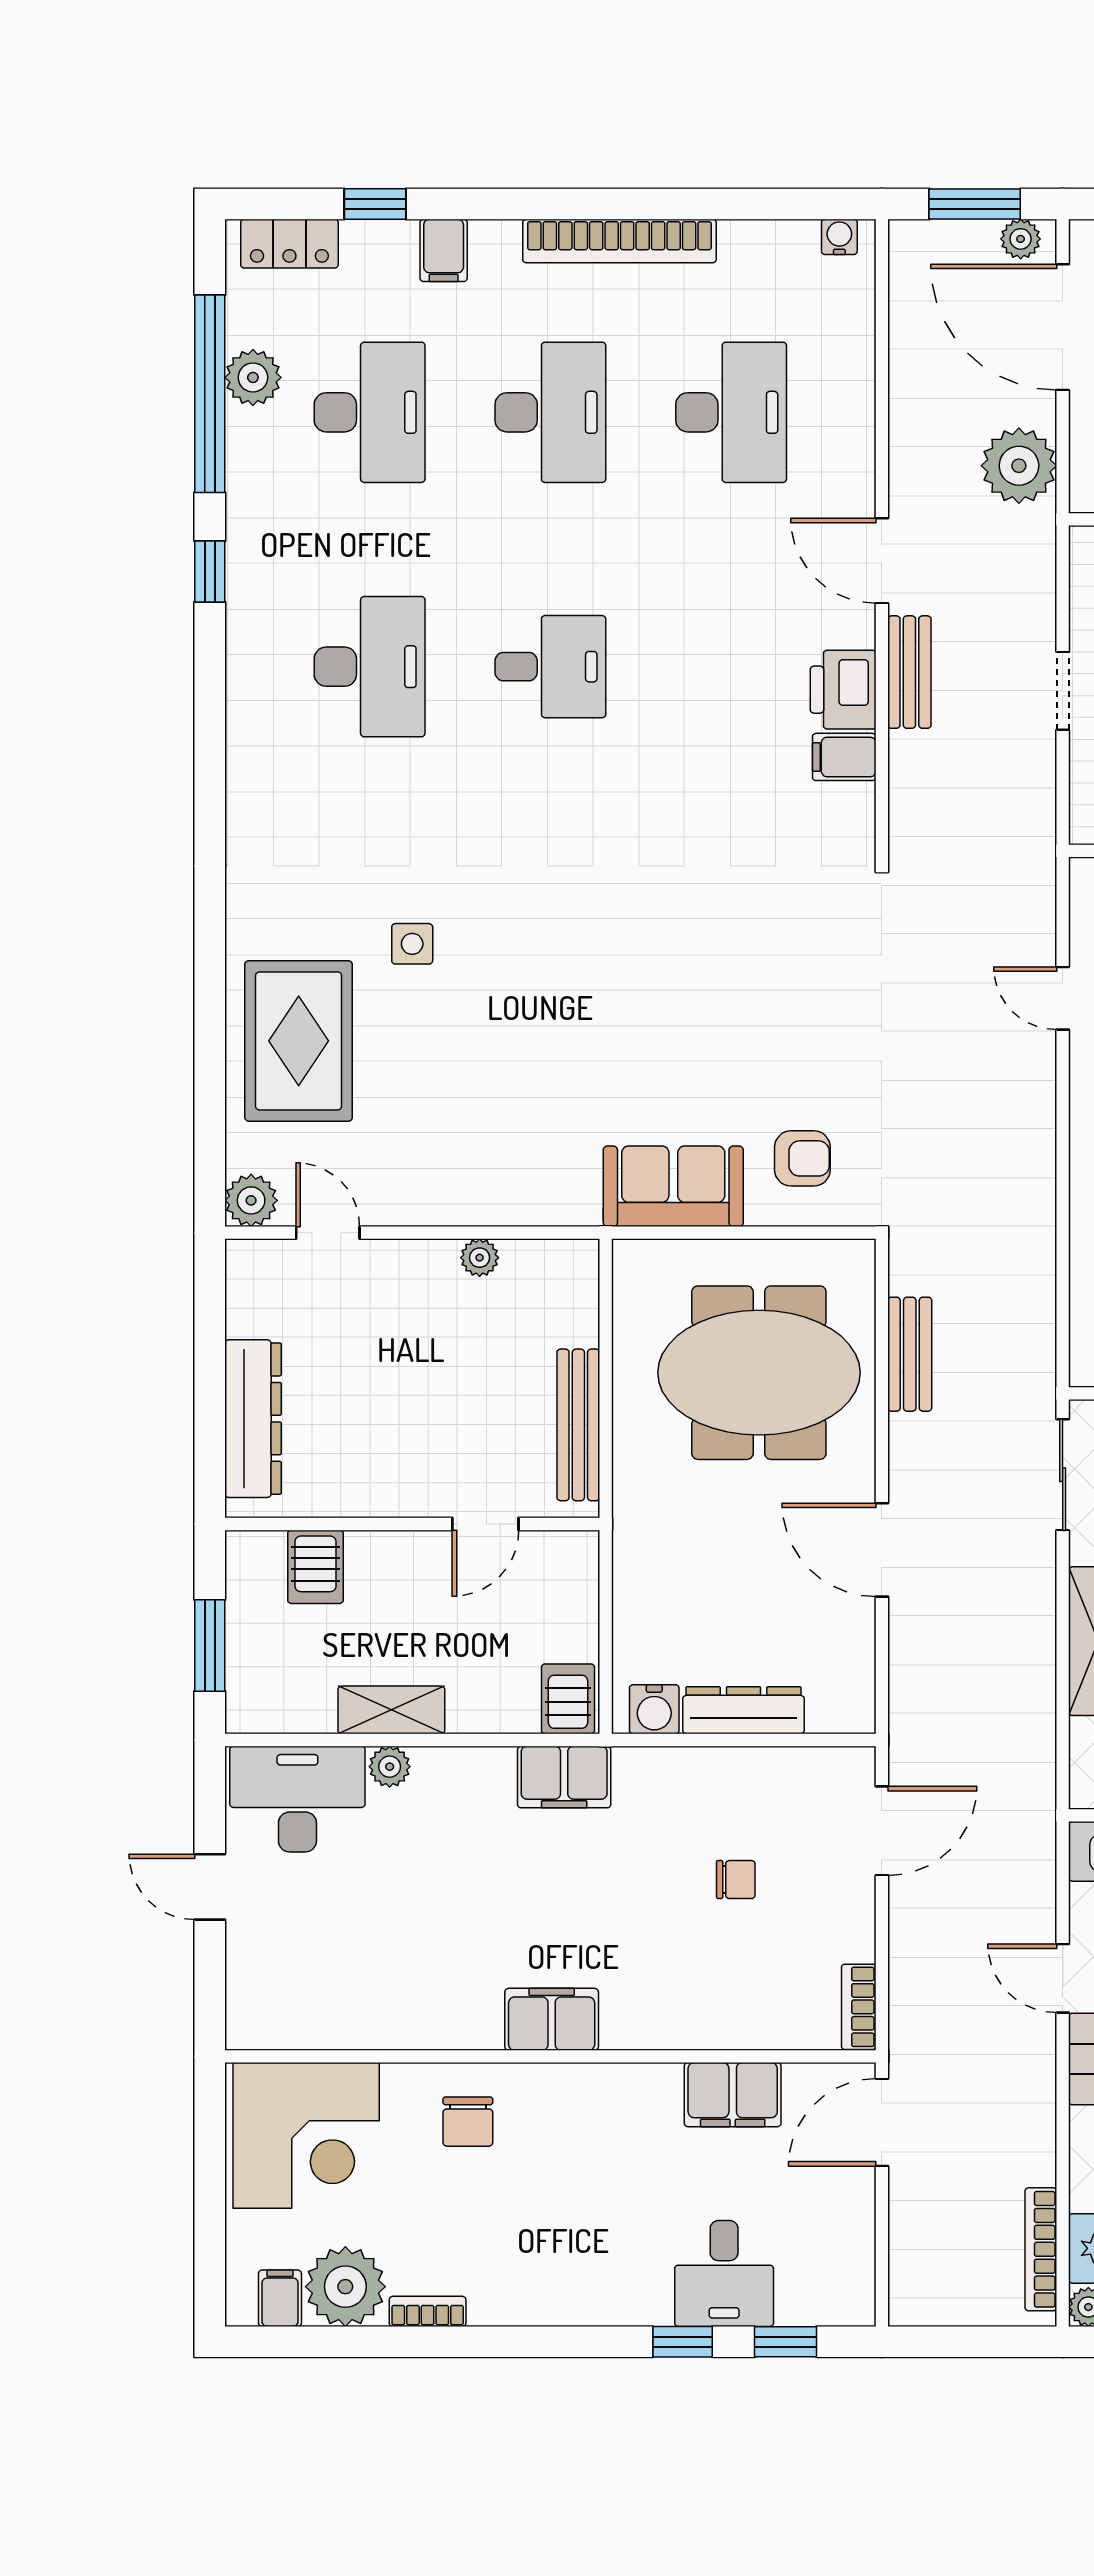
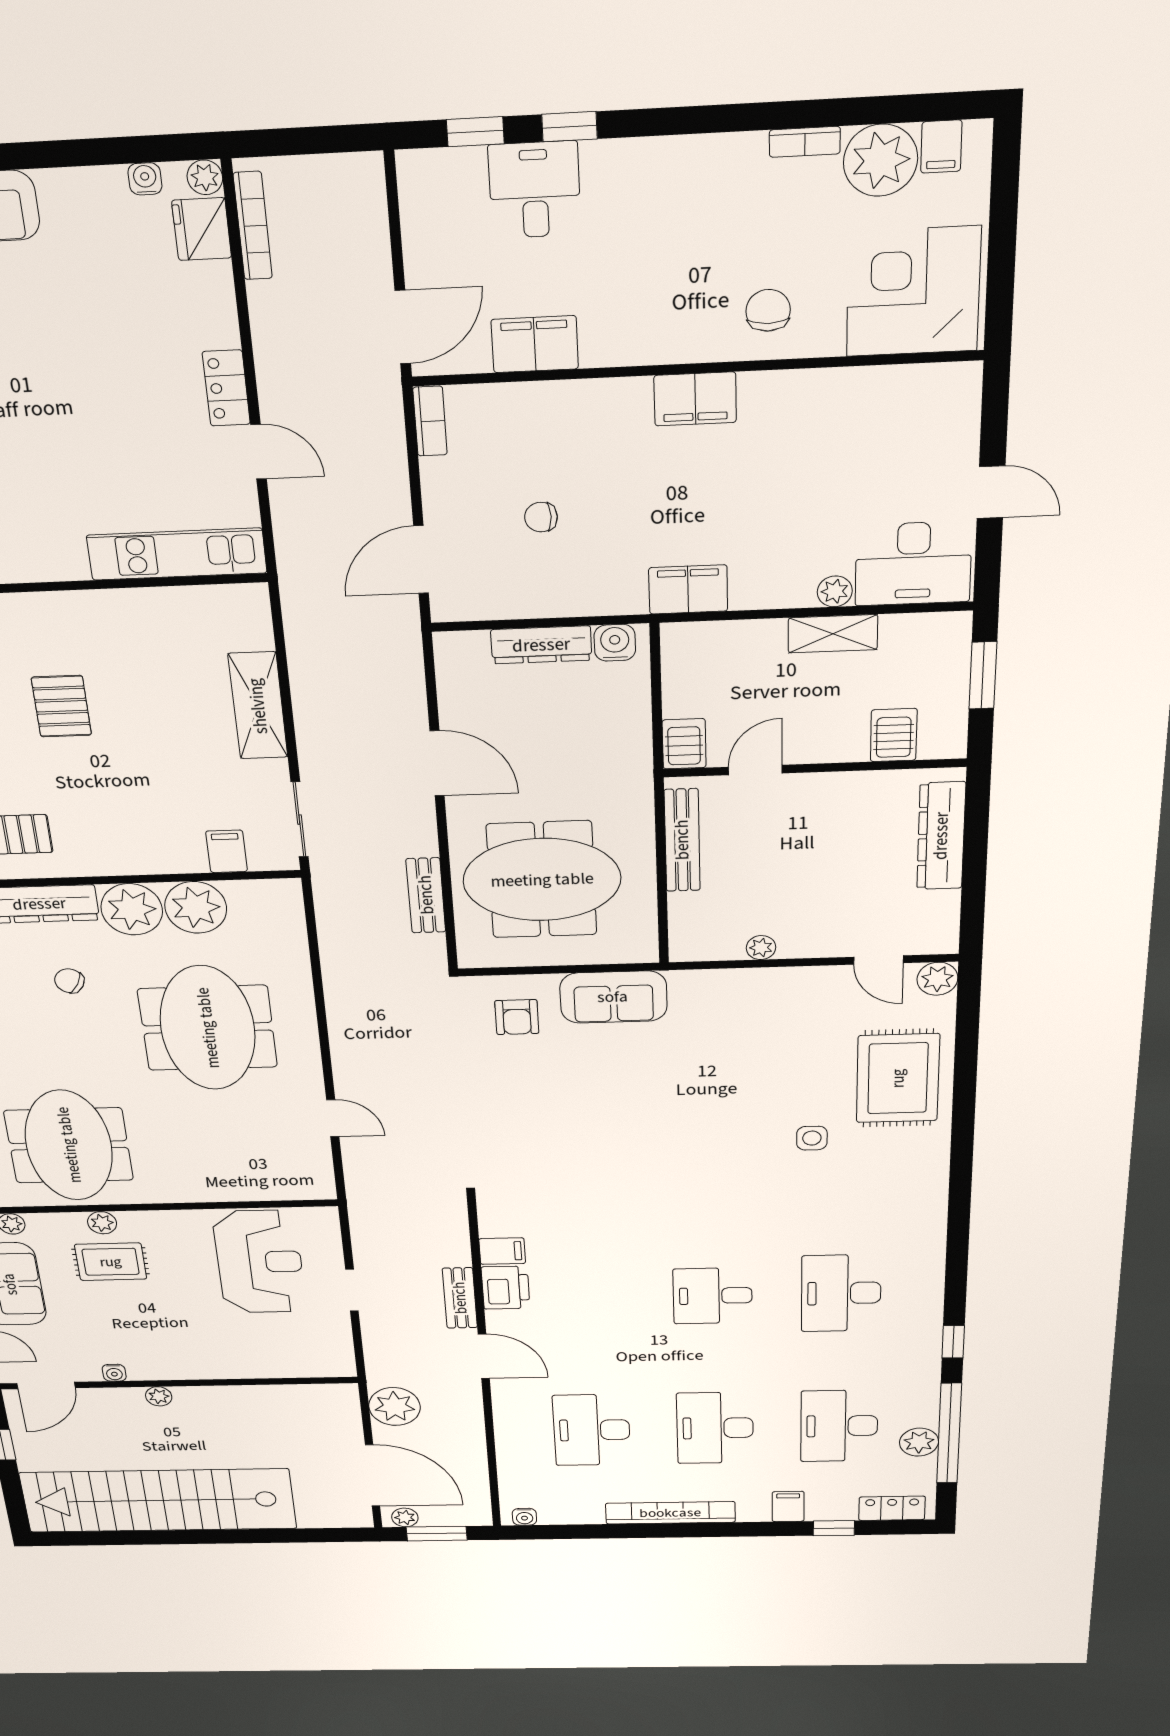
armchair: (802, 1158) -> (517, 1017), turned -90
server rack: (568, 1699) -> (684, 744), moved, turned 180

